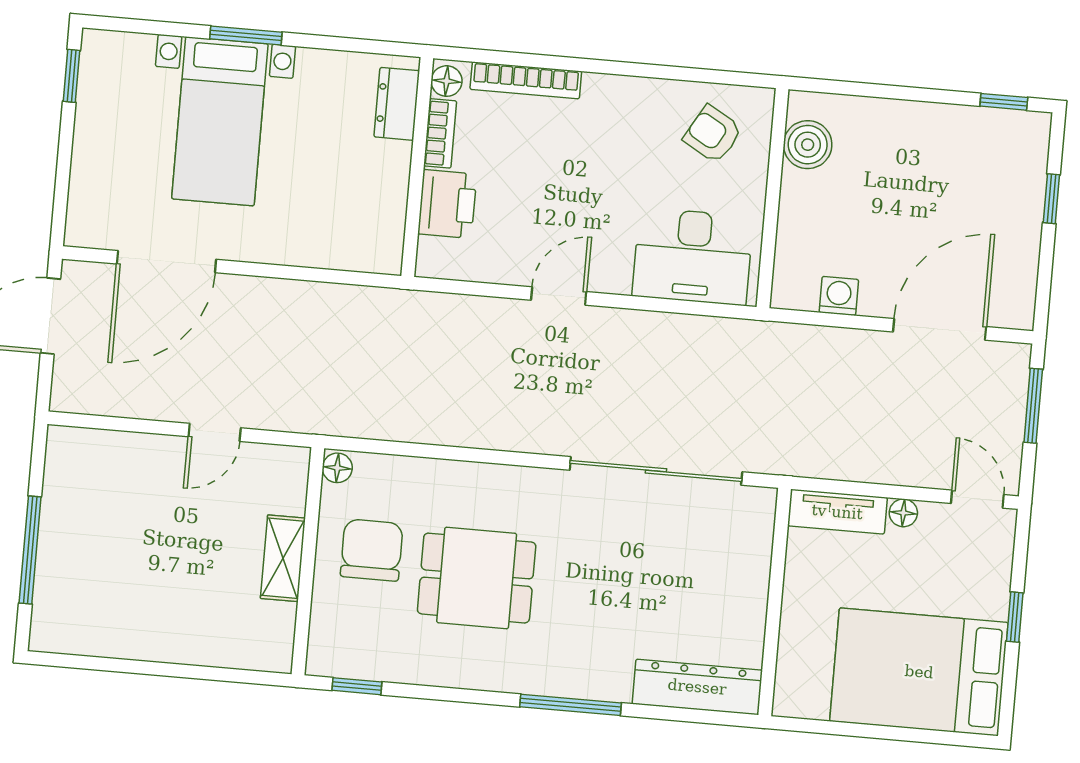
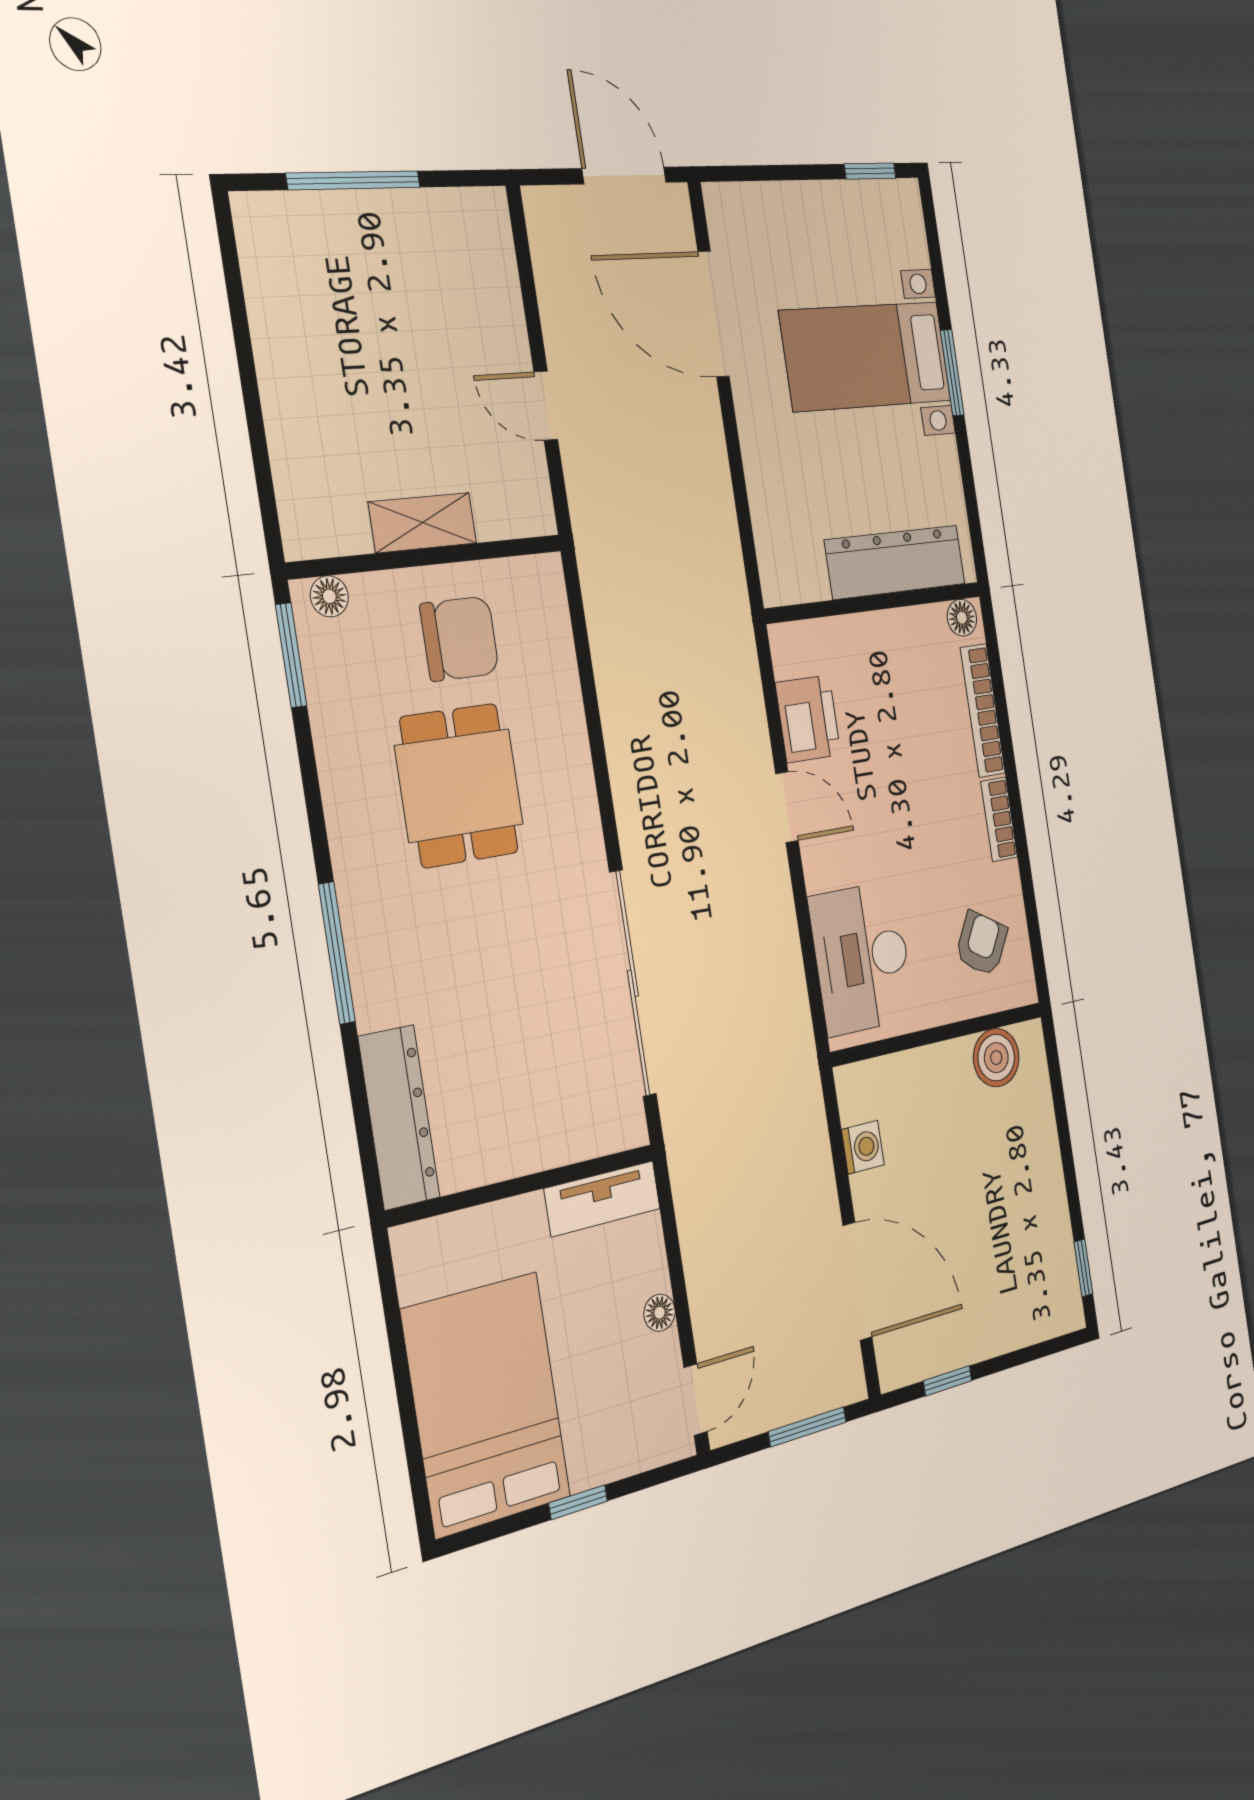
dresser: (397, 104) -> (895, 562), width x1.96, depth x1.24
bookcase: (440, 133) -> (999, 819), moved, turned 90
window: (1051, 199) -> (948, 1381), moved
printer: (447, 204) -> (808, 719), moved, turned -90
floor lamp: (337, 468) -> (329, 596), moved
tv unit: (837, 512) -> (602, 1199), moved, turned -90
window: (357, 686) -> (291, 655), width x1.50

